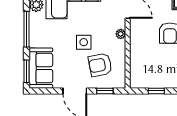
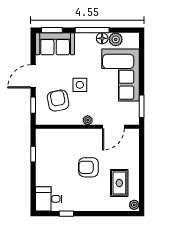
floor lamp: (35, 19) -> (102, 38), added

